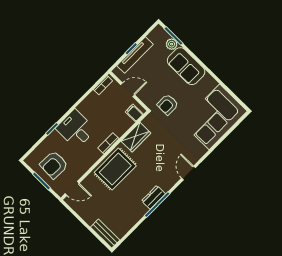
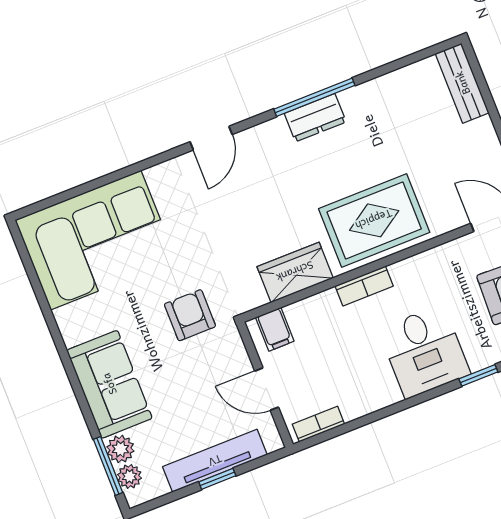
plant: (164, 36) -> (129, 476), added
armchair: (168, 105) -> (190, 315), turned -90

